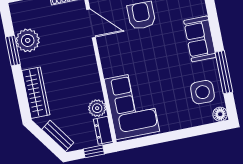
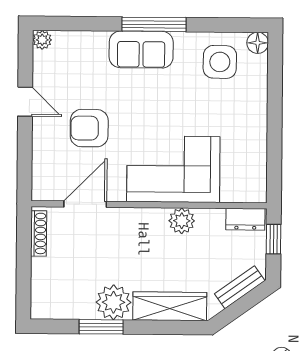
plant: (28, 40) -> (113, 302), moved
window: (224, 72) -> (154, 24), moved
corner sofa: (132, 105) -> (173, 169), moved
plant: (97, 108) -> (182, 221), moved

